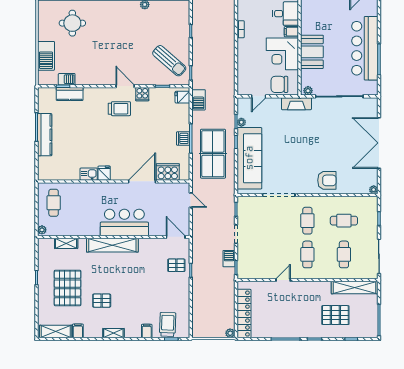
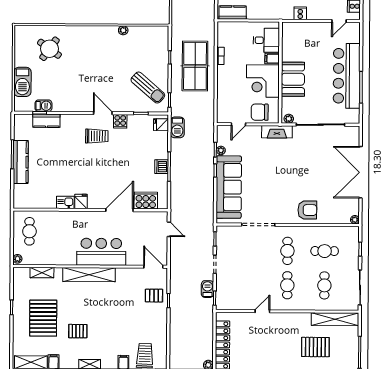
round table: (72, 23) -> (49, 49), turned 36
table tennis table: (213, 154) -> (195, 66), moved

